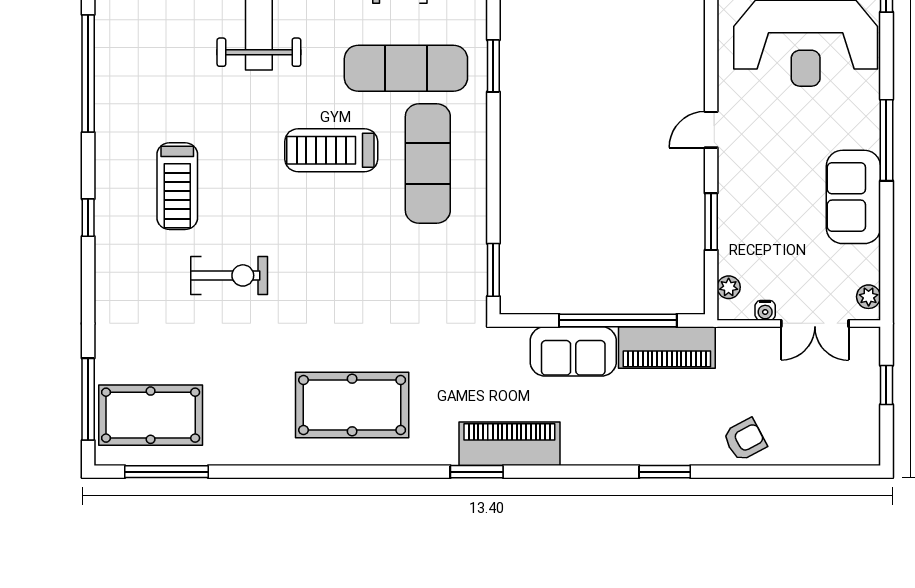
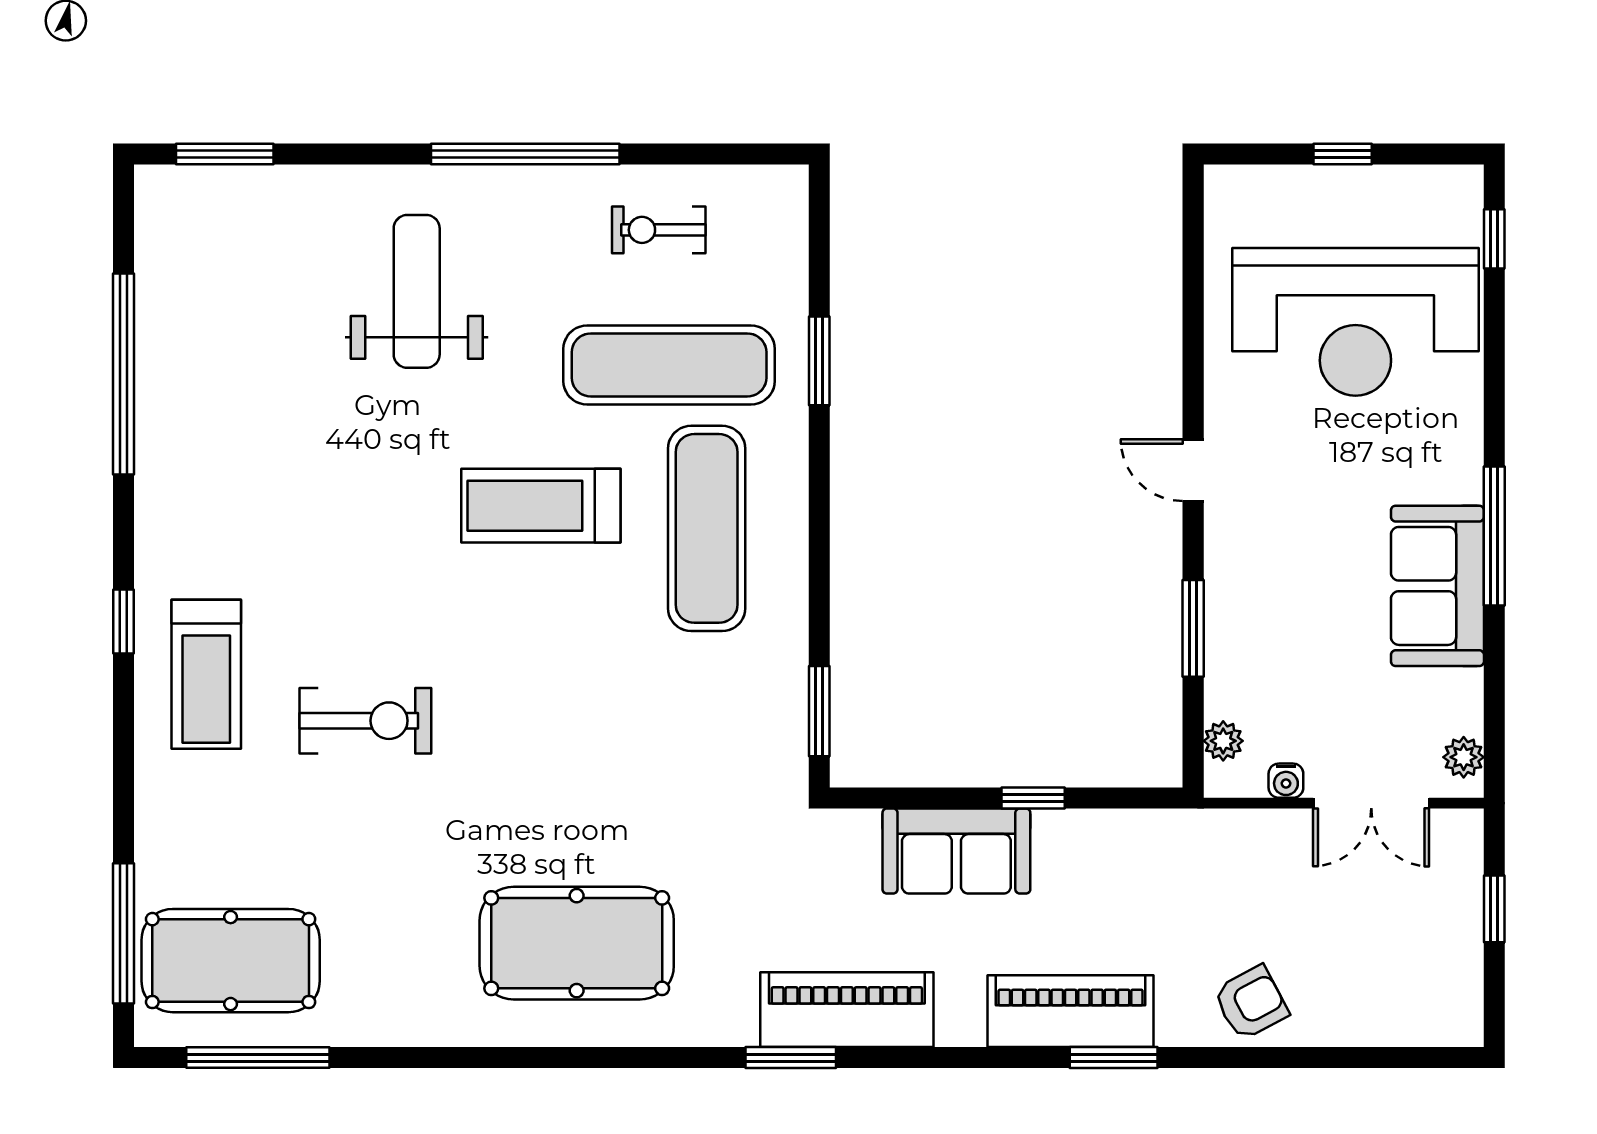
door: (711, 130) -> (1193, 470), hinge flipped
window: (886, 140) -> (1494, 536), moved
treadmill: (177, 186) -> (206, 674), moved
window: (618, 320) -> (1033, 798), width x0.32
piano: (667, 347) -> (1071, 1011), moved, turned 180

